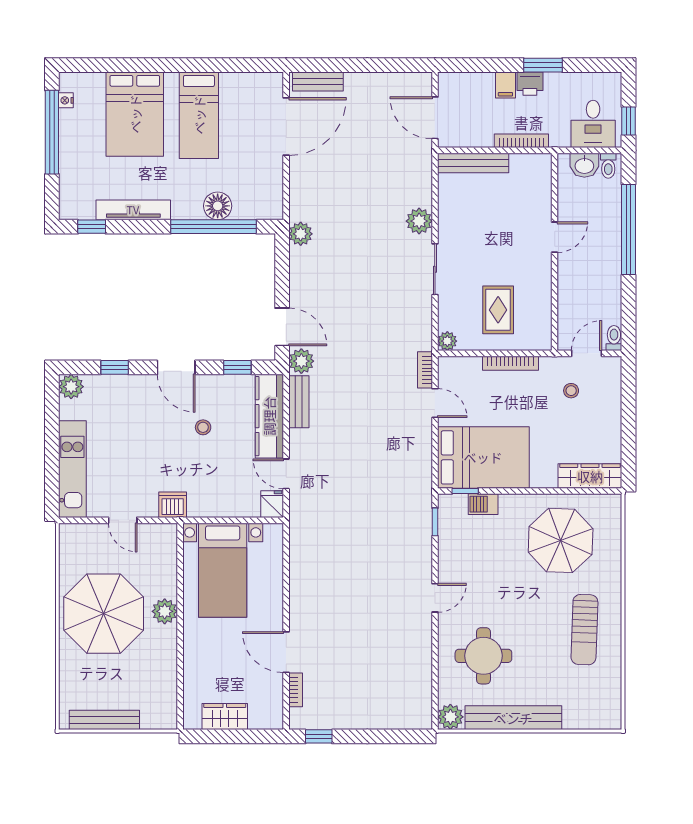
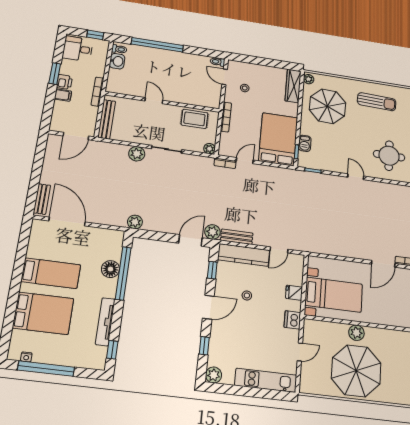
desk: (593, 124) -> (78, 49), moved, turned 180
door: (555, 237) -> (154, 101), moved
wall: (555, 252) -> (162, 102), moved
plant: (608, 503) -> (309, 79), added
fridge: (272, 504) -> (294, 293), moved

